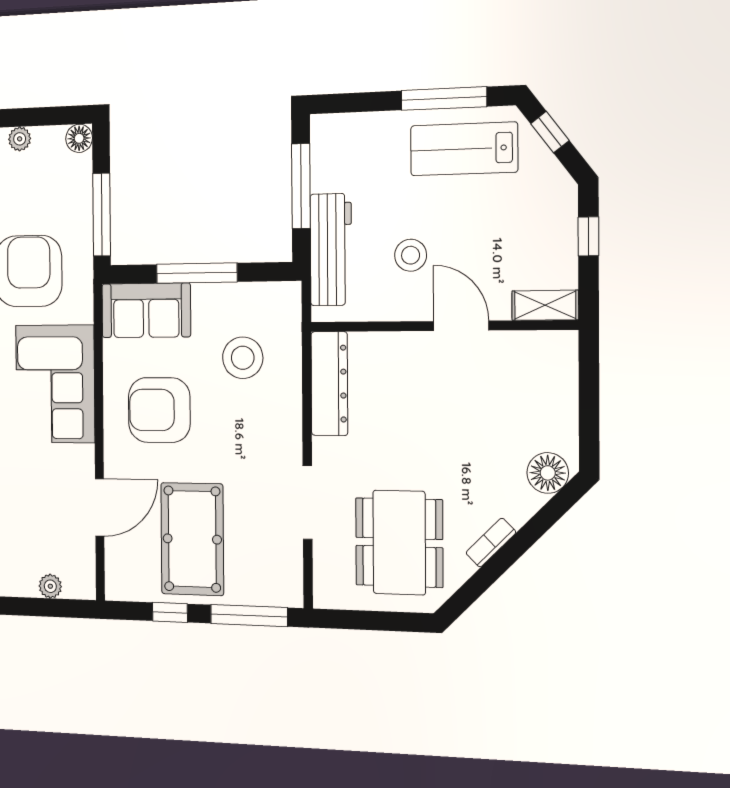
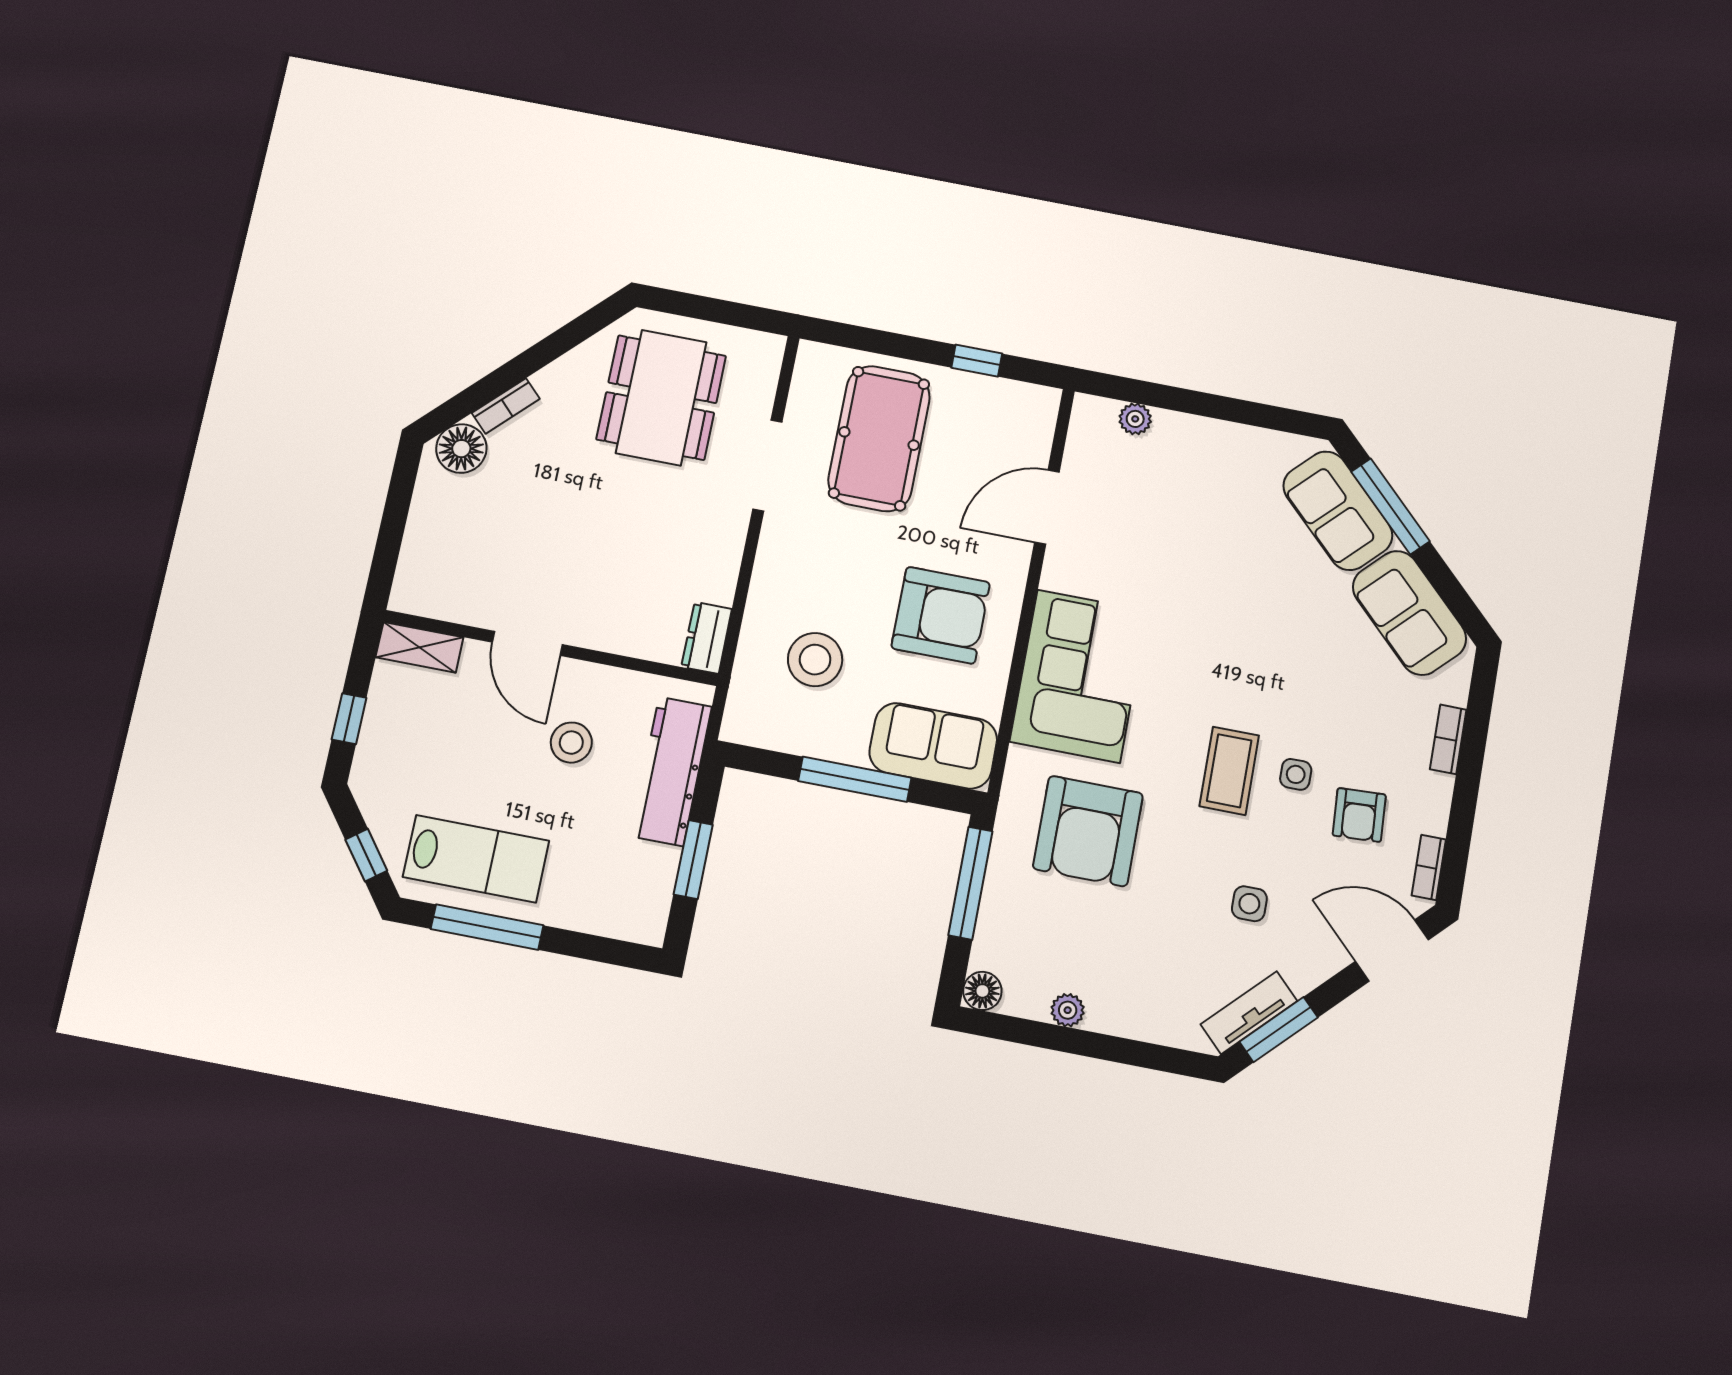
window: (301, 186) -> (693, 860), width x0.69
dresser: (329, 384) -> (707, 638), width x0.51, depth x0.80
pool table: (192, 539) -> (879, 438), moved
bookcase: (491, 543) -> (506, 406), moved
window: (249, 616) -> (872, 341), removed

